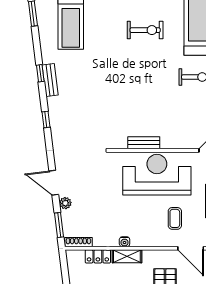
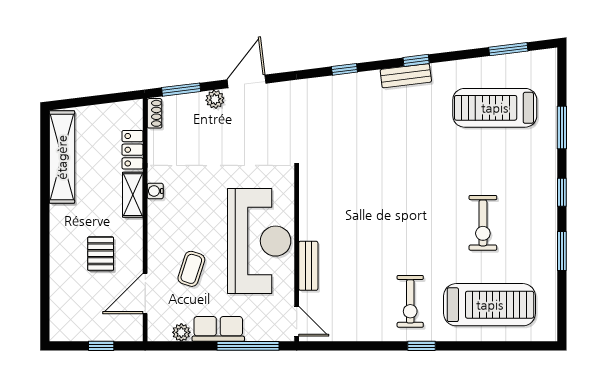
bench: (144, 143) -> (308, 266), moved
coffee table: (175, 218) -> (191, 269), turned -72
shoe rack: (78, 242) -> (155, 113), width x0.70

